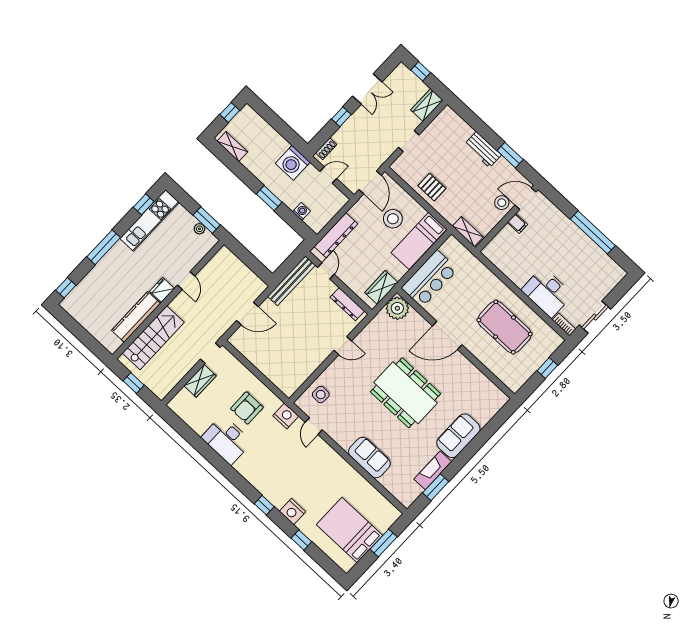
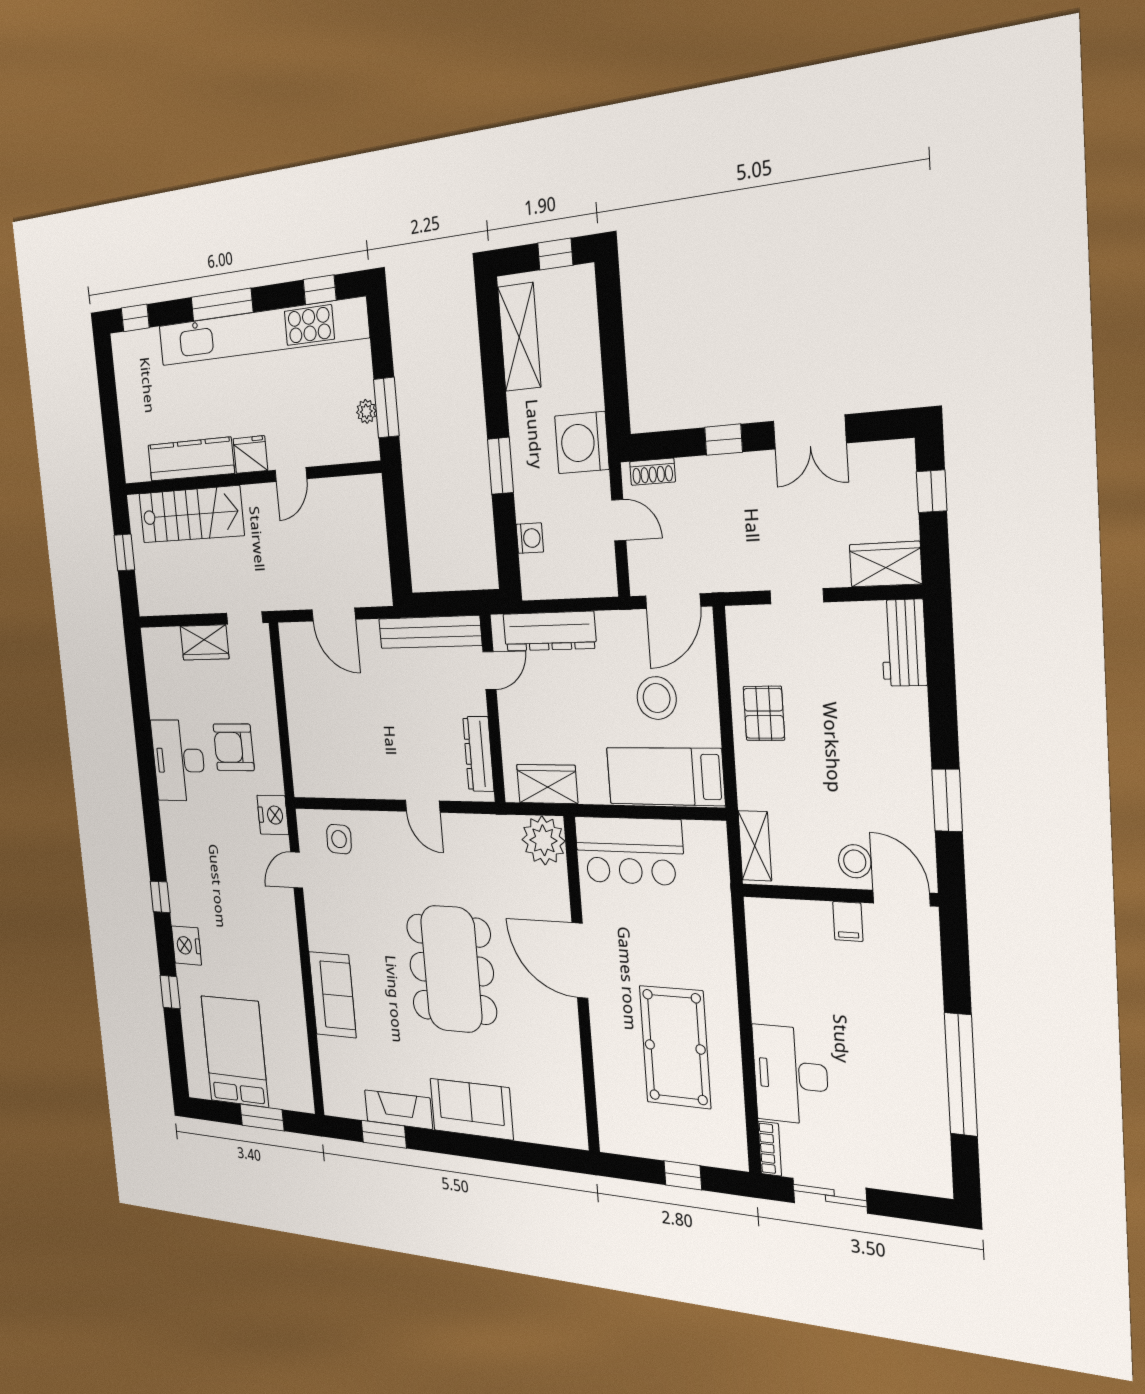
shelving: (232, 147) -> (519, 337), width x1.50, depth x1.33
workbench: (483, 150) -> (903, 643), moved
kitchen unit: (150, 220) -> (261, 332), width x1.86

